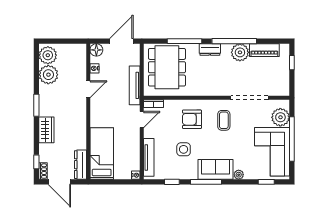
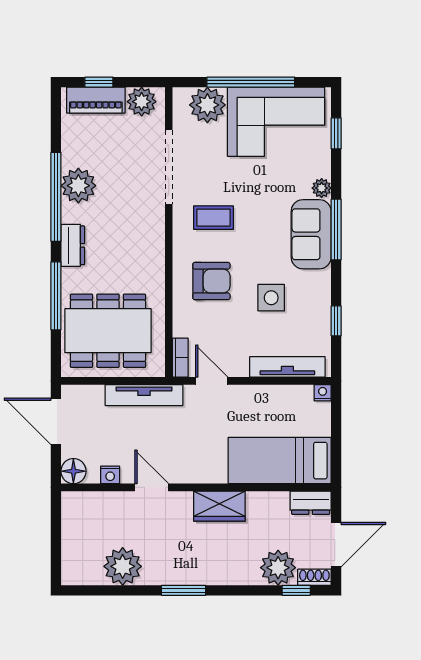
piano: (264, 50) -> (96, 100), moved, turned 90
plant: (48, 55) -> (278, 568), moved
plant: (282, 84) -> (142, 102), added
armchair: (192, 119) -> (211, 281), turned -90
wardrobe: (46, 130) -> (219, 506), moved, turned 180
dresser: (80, 165) -> (311, 503), width x0.70
window: (206, 182) -> (336, 229), moved

